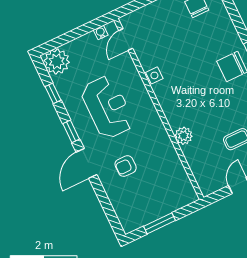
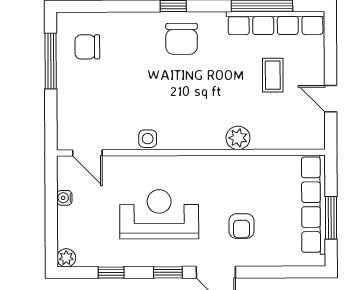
water cooler: (101, 32) -> (64, 198), moved
plant: (57, 61) -> (66, 258), width x0.53, depth x0.53
row of seats: (163, 208) -> (314, 205), added

